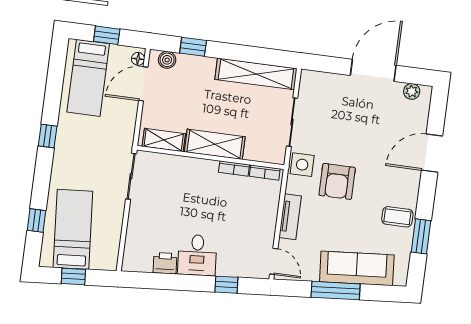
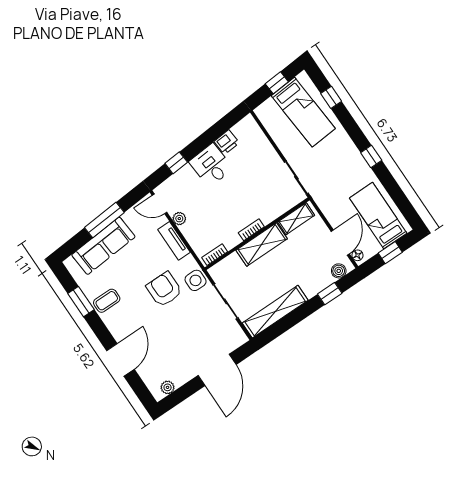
door: (373, 70) -> (217, 370), moved
bookcase: (234, 168) -> (251, 230), moved
plant: (268, 232) -> (179, 219), added

